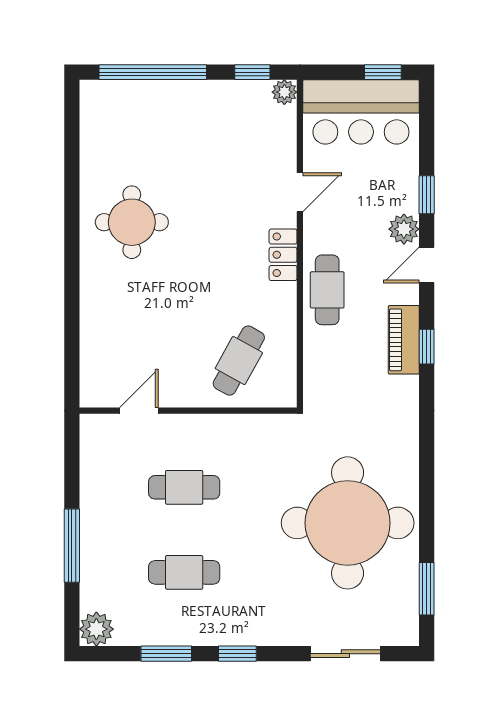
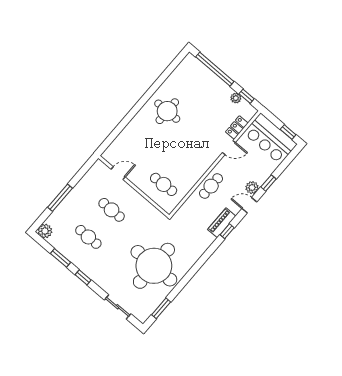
plant: (284, 92) -> (236, 98), moved
locker: (283, 255) -> (237, 127), moved
cafe table: (239, 361) -> (164, 184), turned 58

